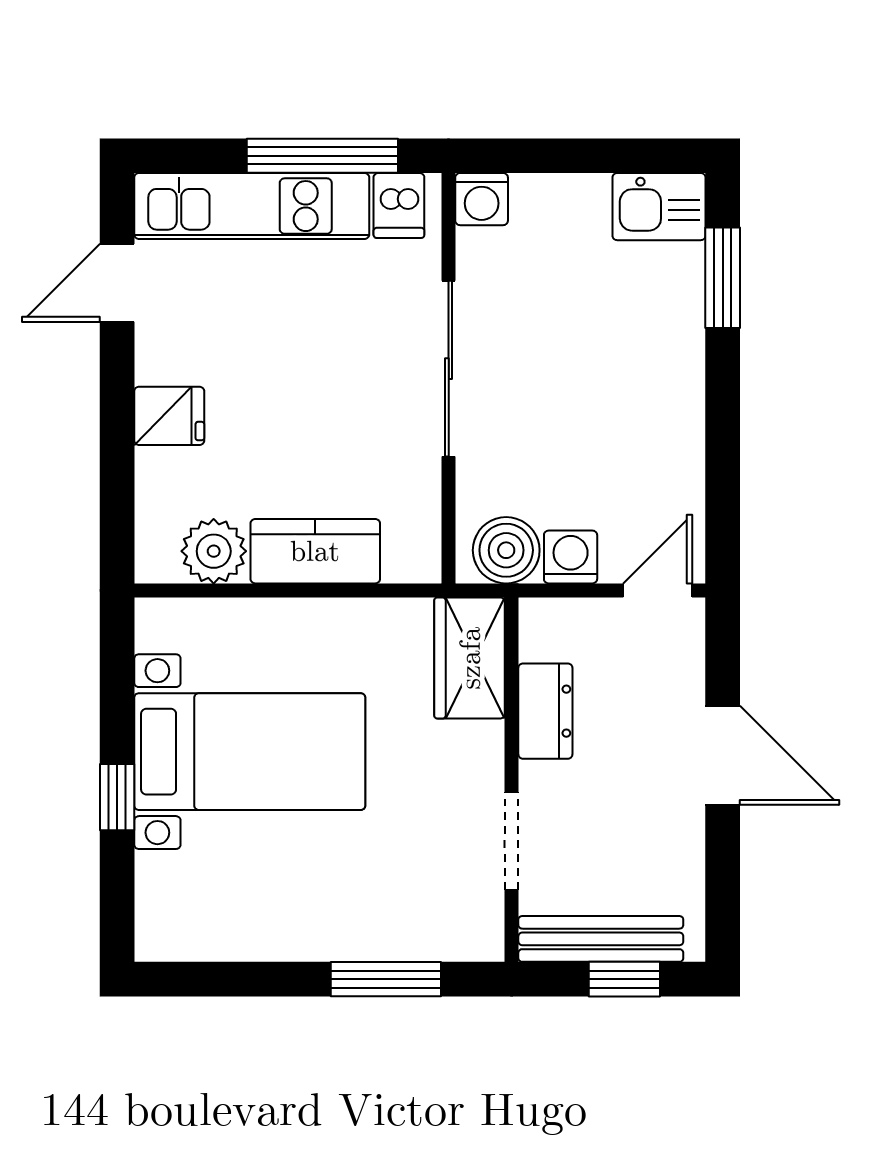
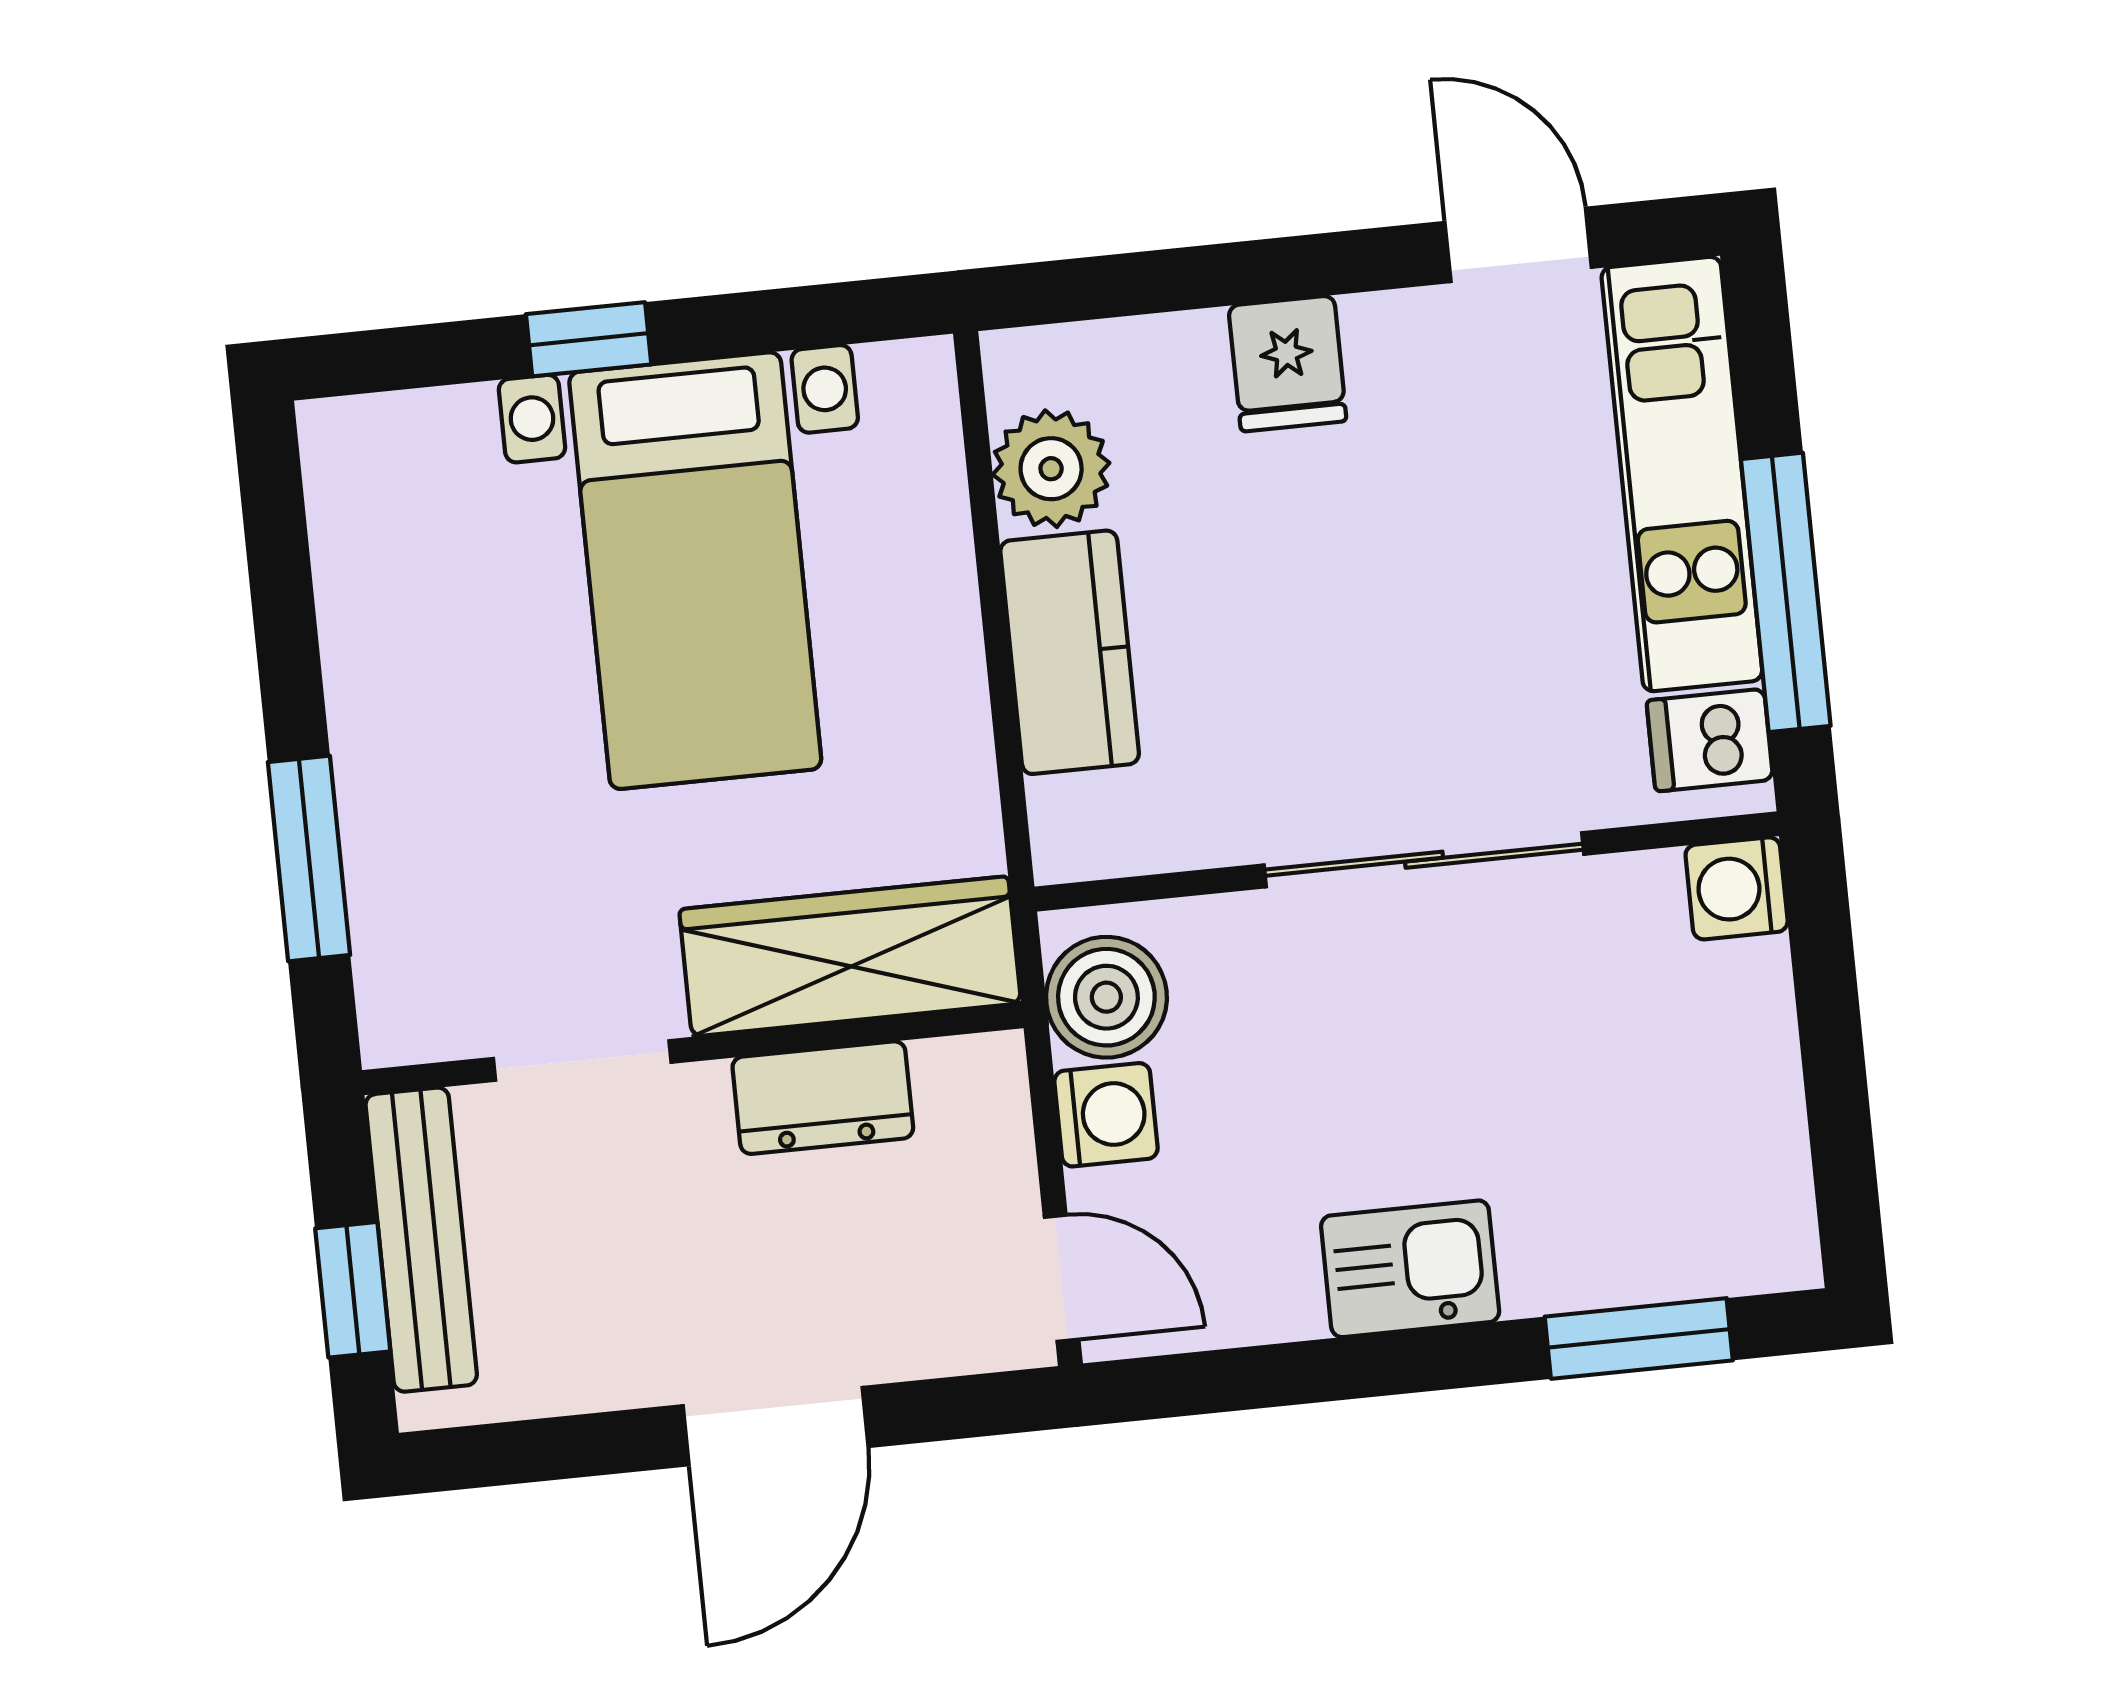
kitchen sink: (659, 207) -> (1410, 1269), moved, turned 90
wardrobe: (470, 658) -> (850, 956), width x1.50

